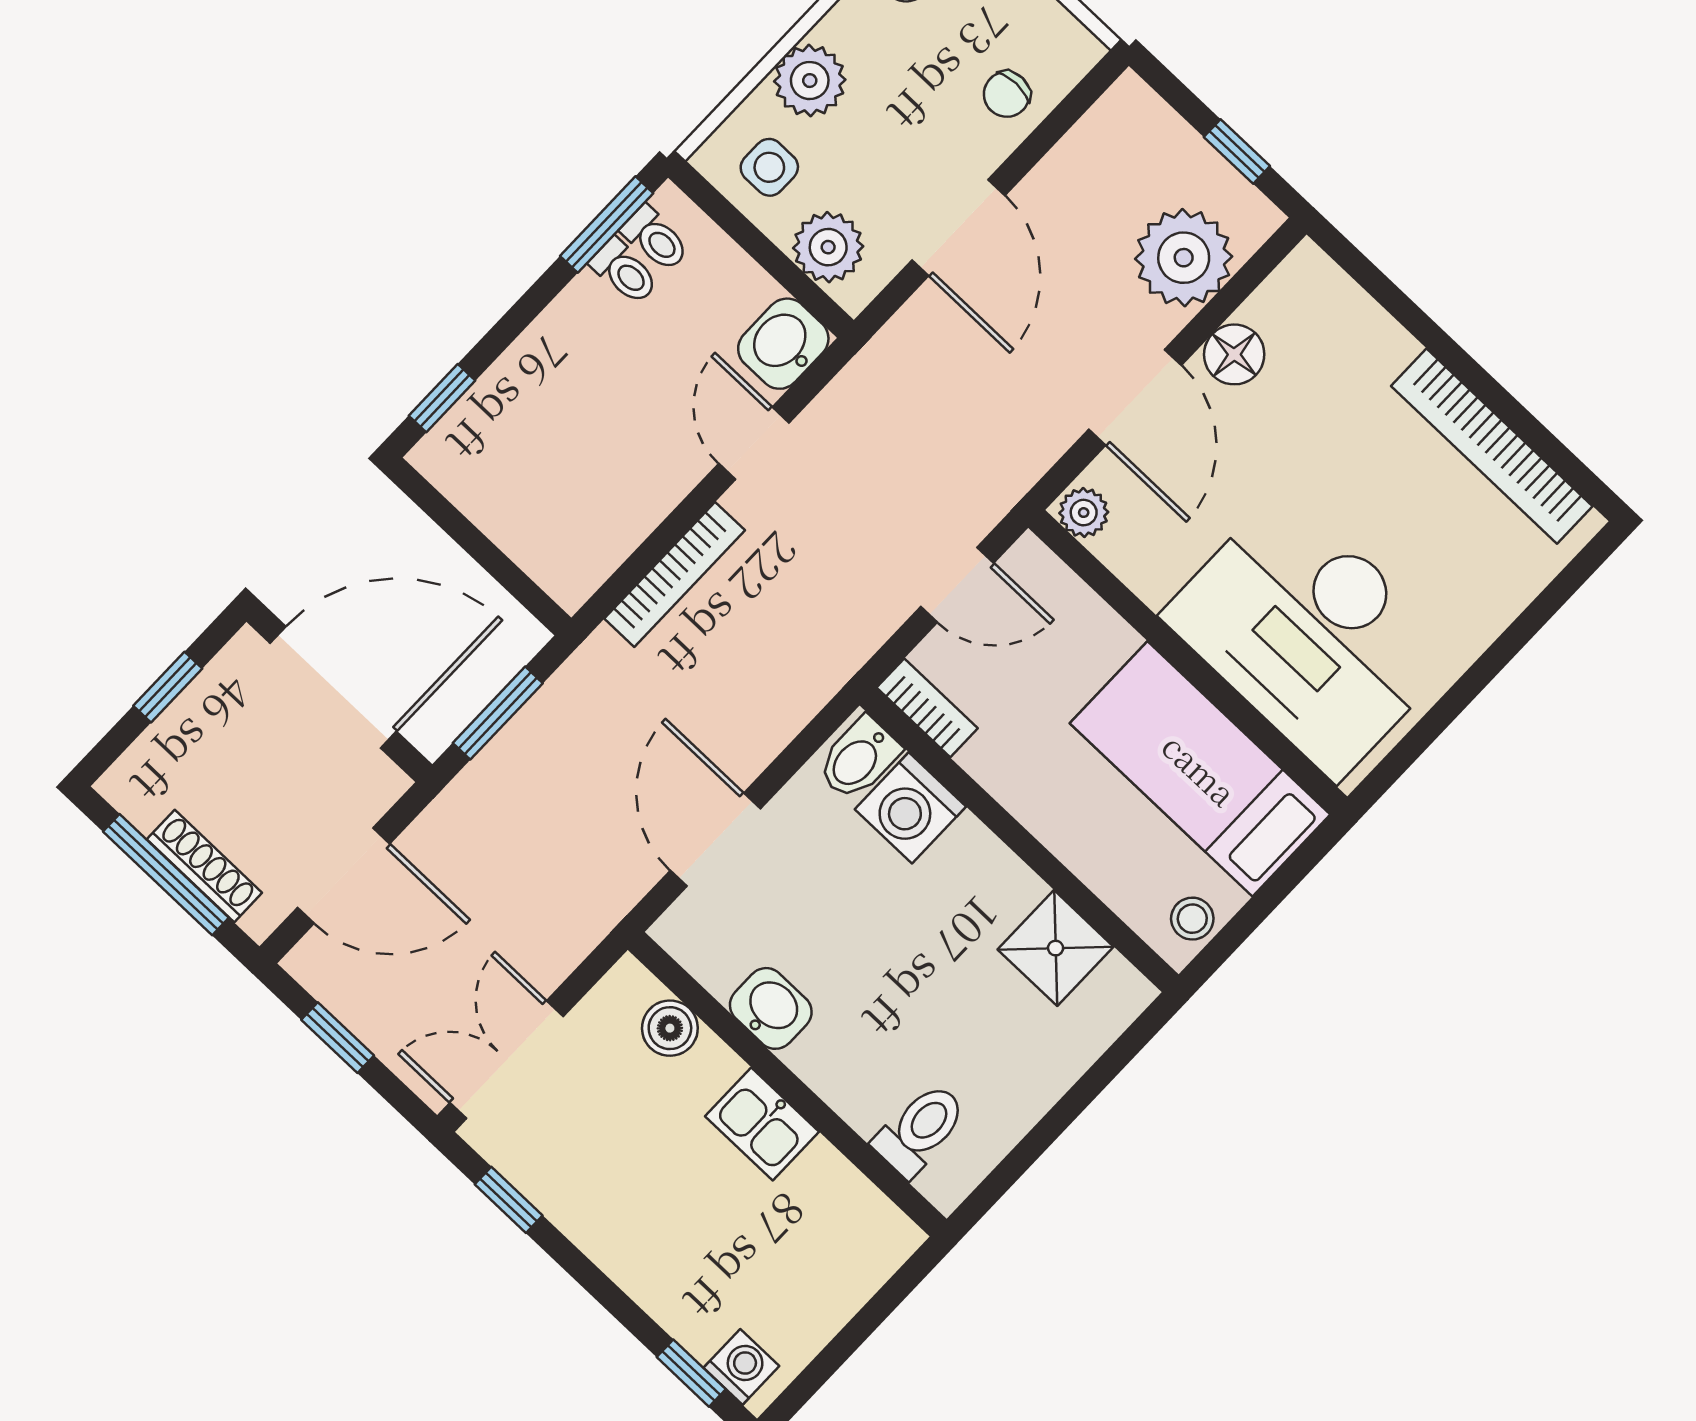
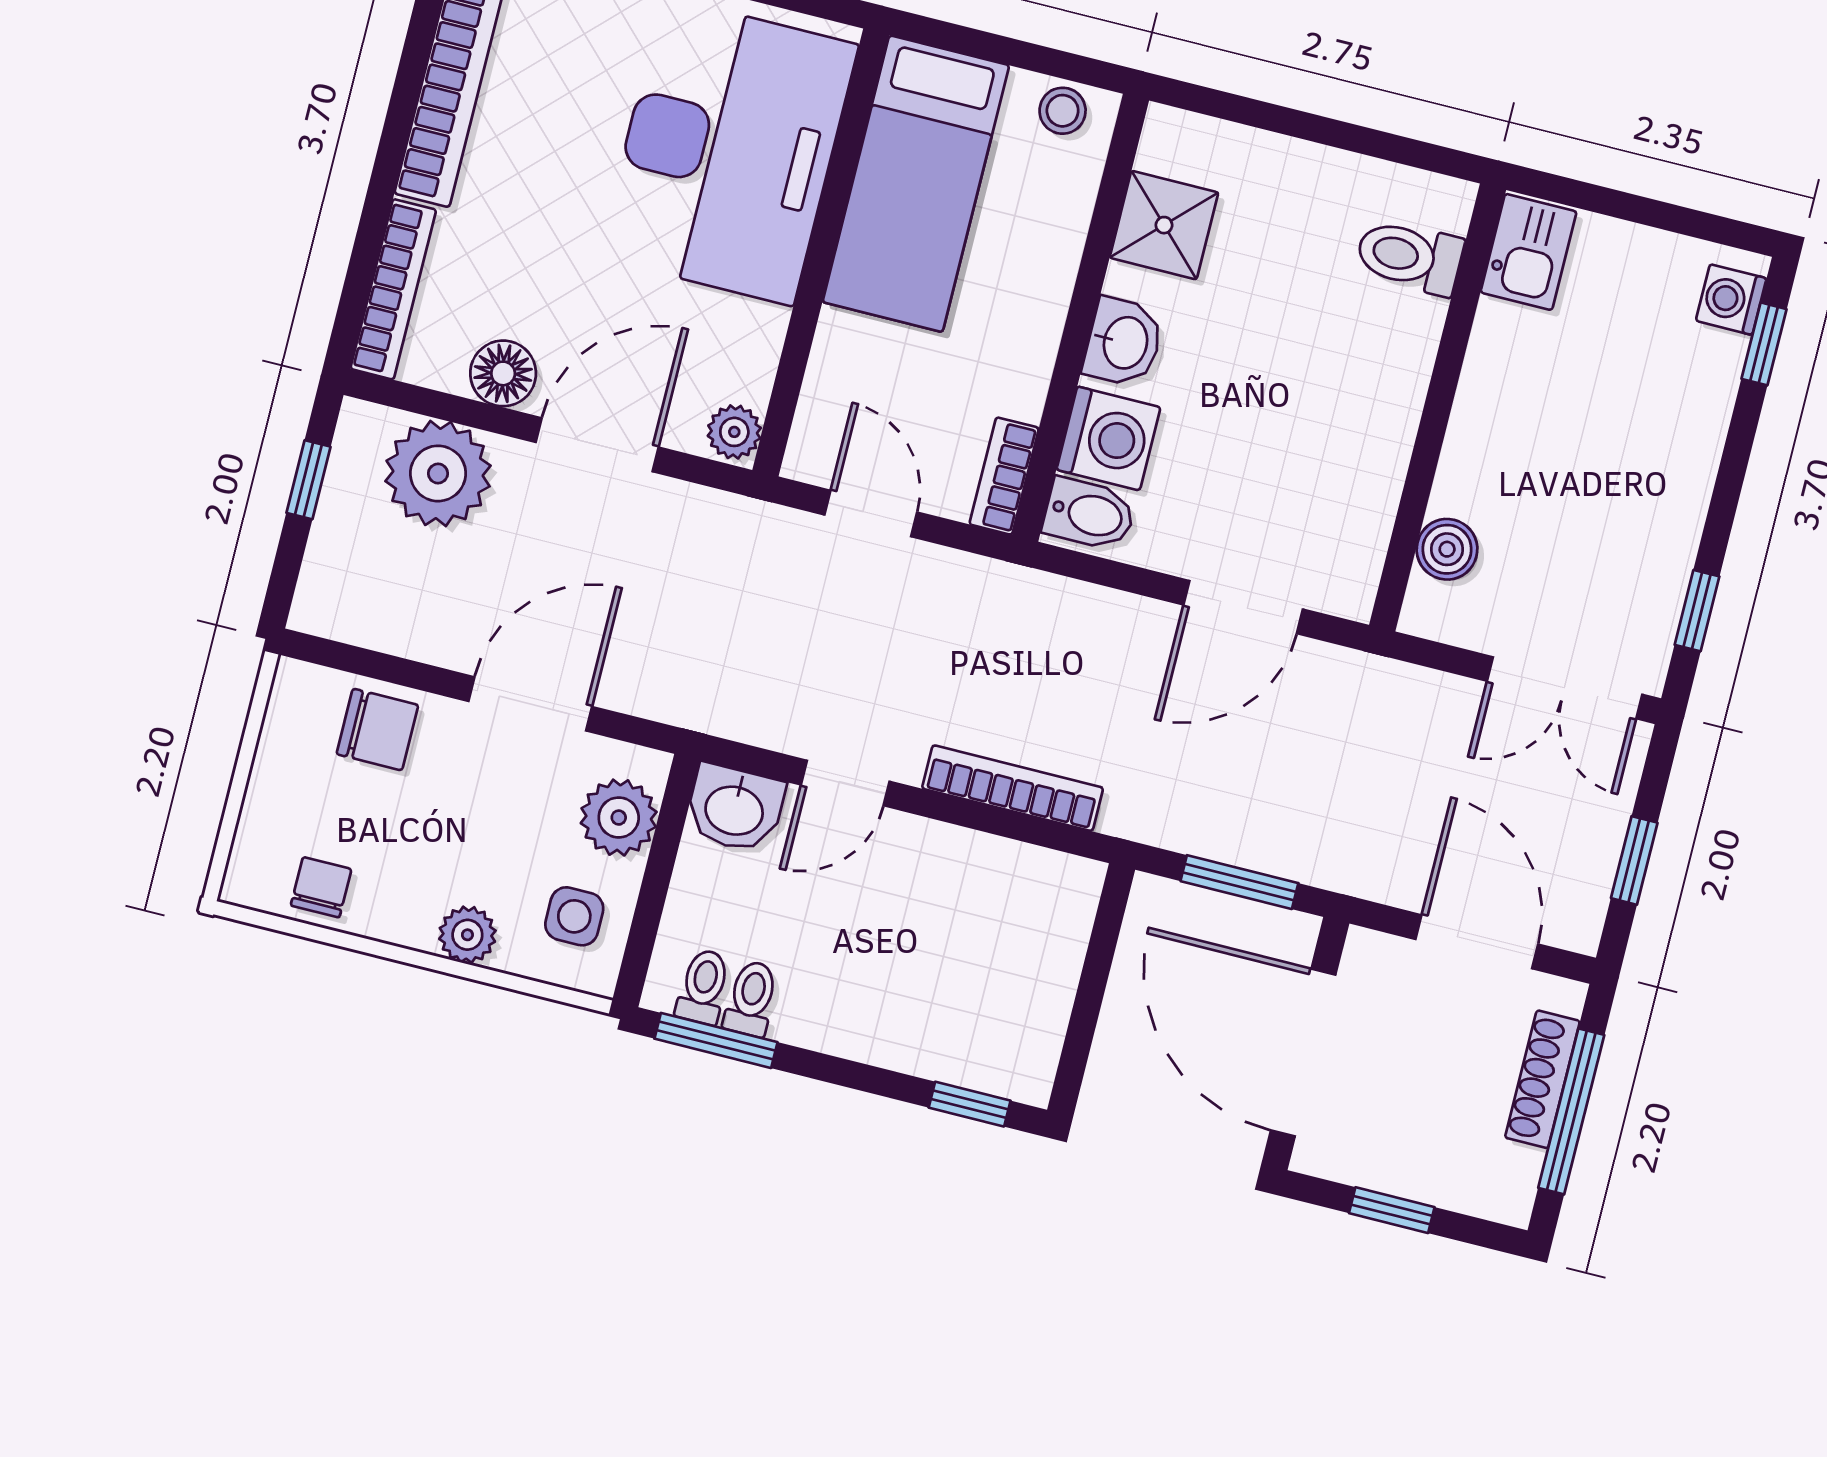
plant: (810, 81) -> (467, 935), width x0.73, depth x0.73
chair: (1007, 94) -> (377, 730), width x1.37, depth x1.37
bookcase: (1351, 305) -> (393, 289), added
washbasin: (771, 1008) -> (1124, 342), moved, turned 180
kitchen sink: (762, 1124) -> (1529, 252), moved

